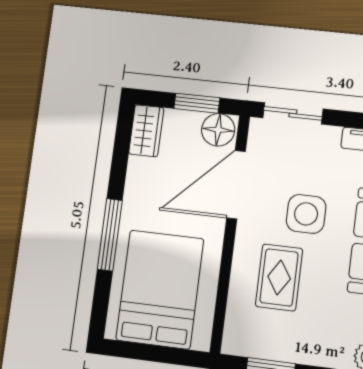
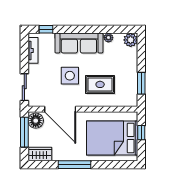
window: (197, 103) -> (24, 132), width x1.44
window: (110, 235) -> (75, 165), moved
window: (163, 355) -> (141, 133), added

